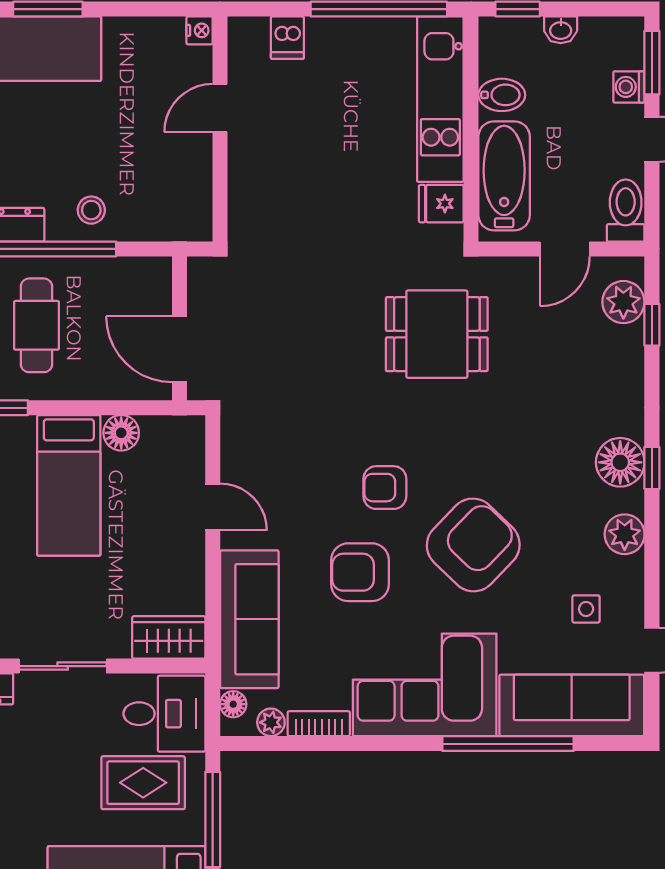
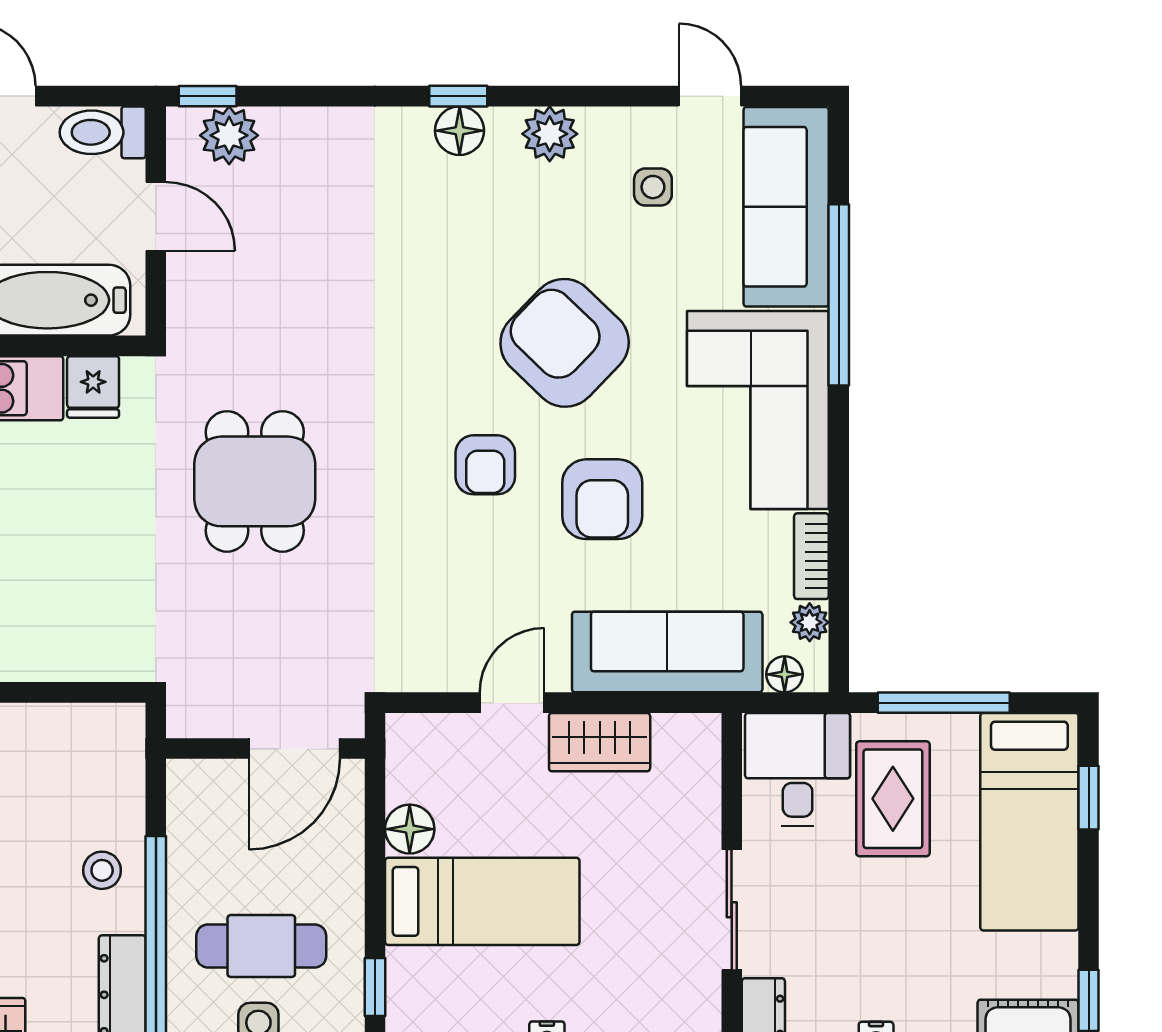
window: (652, 325) -> (208, 96), moved
dining table: (437, 334) -> (255, 481), moved
floor lamp: (620, 462) -> (460, 131), width x0.73, depth x0.73
wardrobe: (169, 637) -> (600, 742), moved, turned -90

